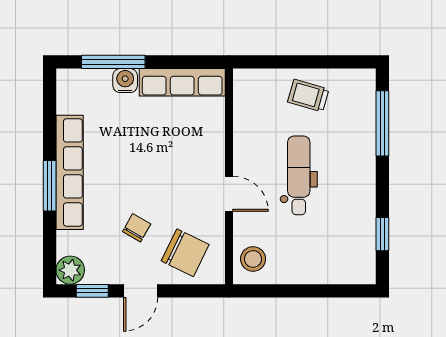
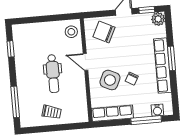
water cooler: (125, 81) -> (157, 110), moved
side table: (181, 152) -> (110, 80), added
chair: (137, 228) -> (132, 79), moved

